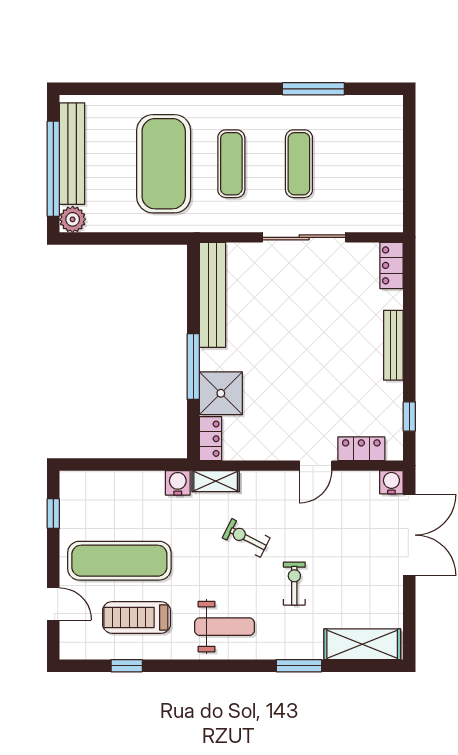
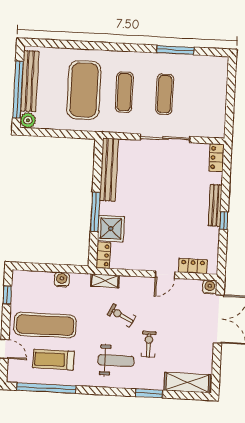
window: (409, 416) -> (224, 221), moved
water cooler: (178, 483) -> (62, 280), moved
weight bench: (225, 627) -> (116, 360), moved
window: (127, 666) -> (46, 388), width x3.17

